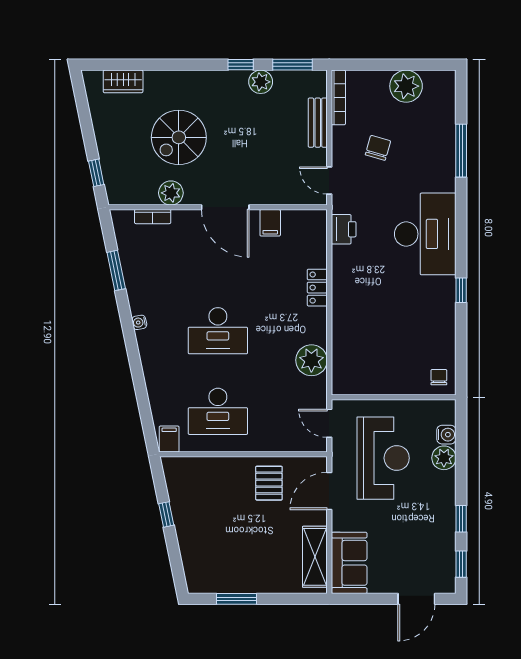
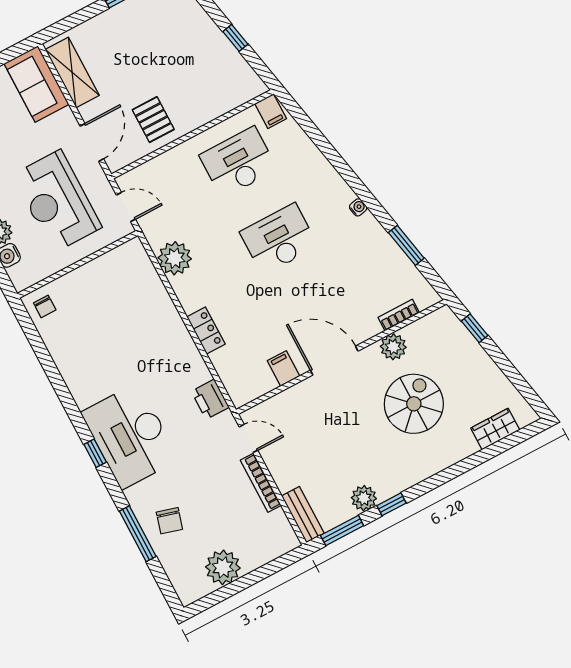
bookcase: (338, 97) -> (261, 483), moved
bench: (318, 123) -> (303, 515), moved
chair: (378, 148) -> (169, 521), moved
window: (461, 290) -> (95, 453), moved

